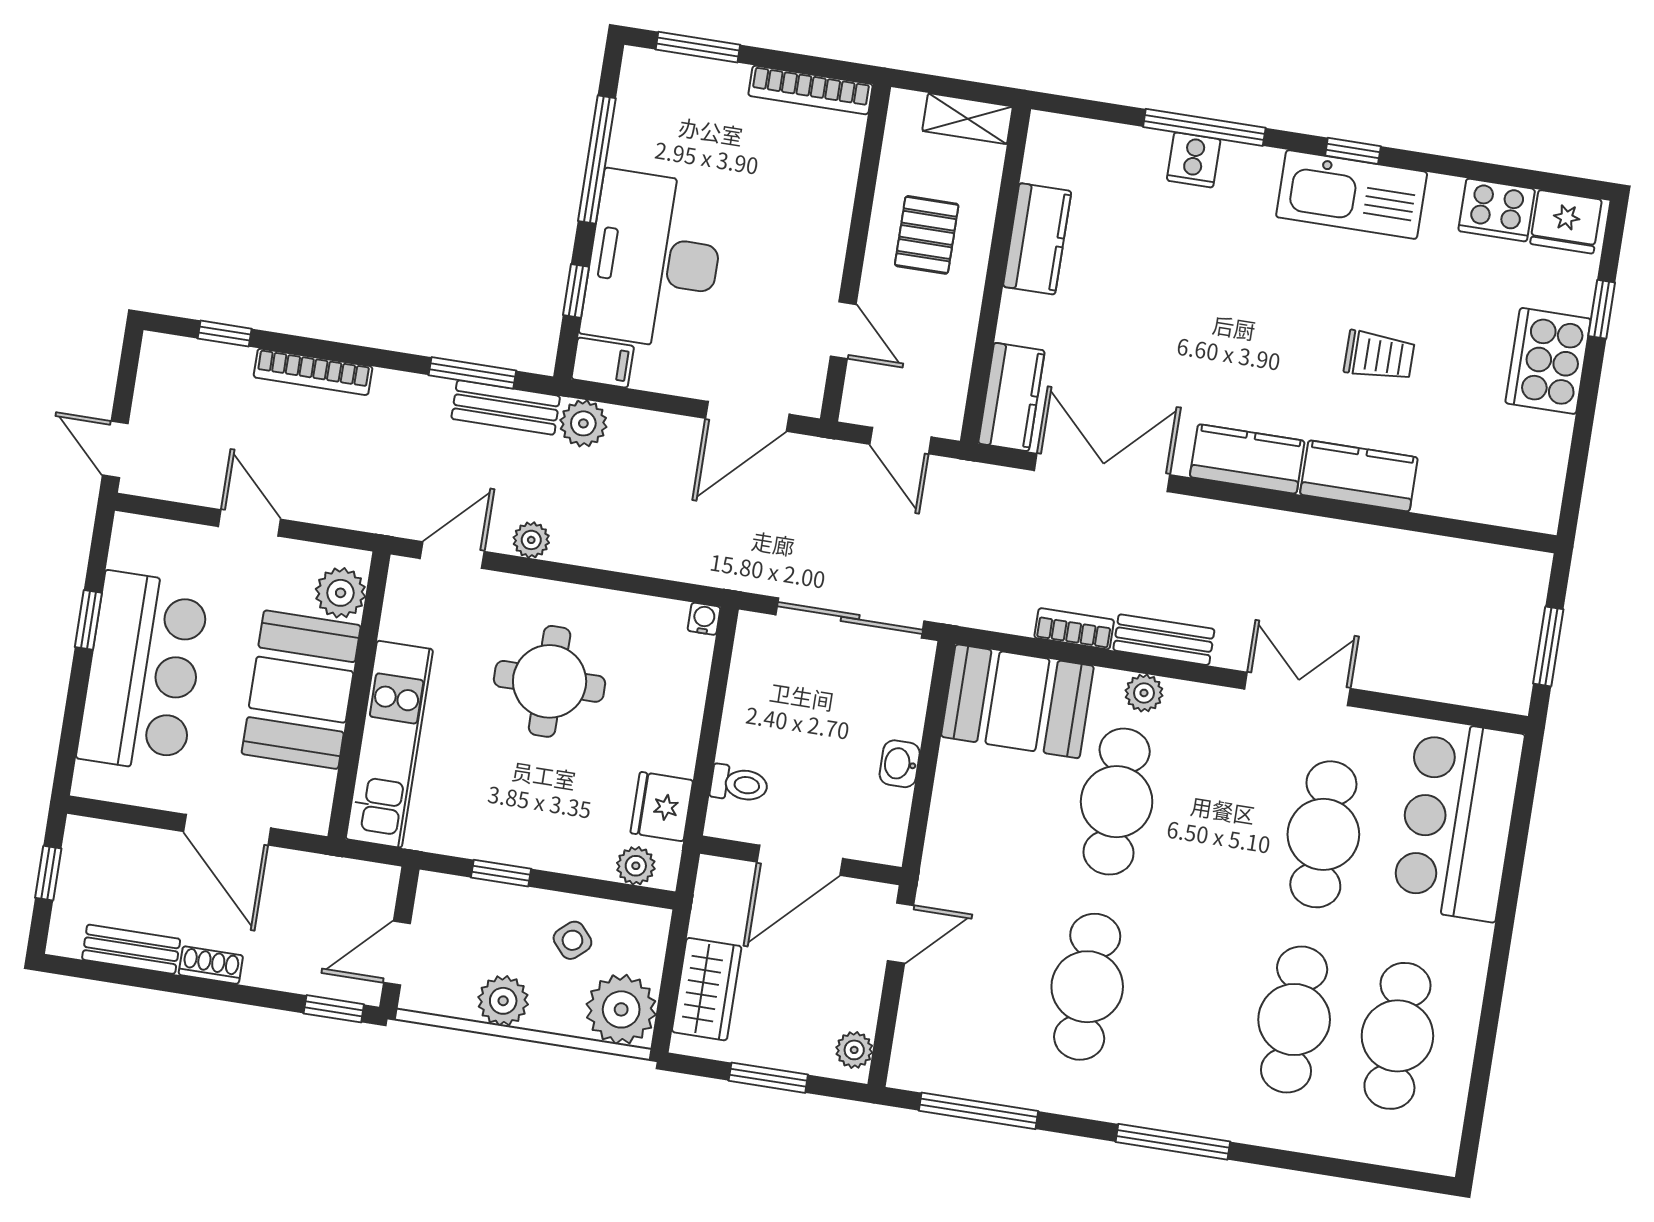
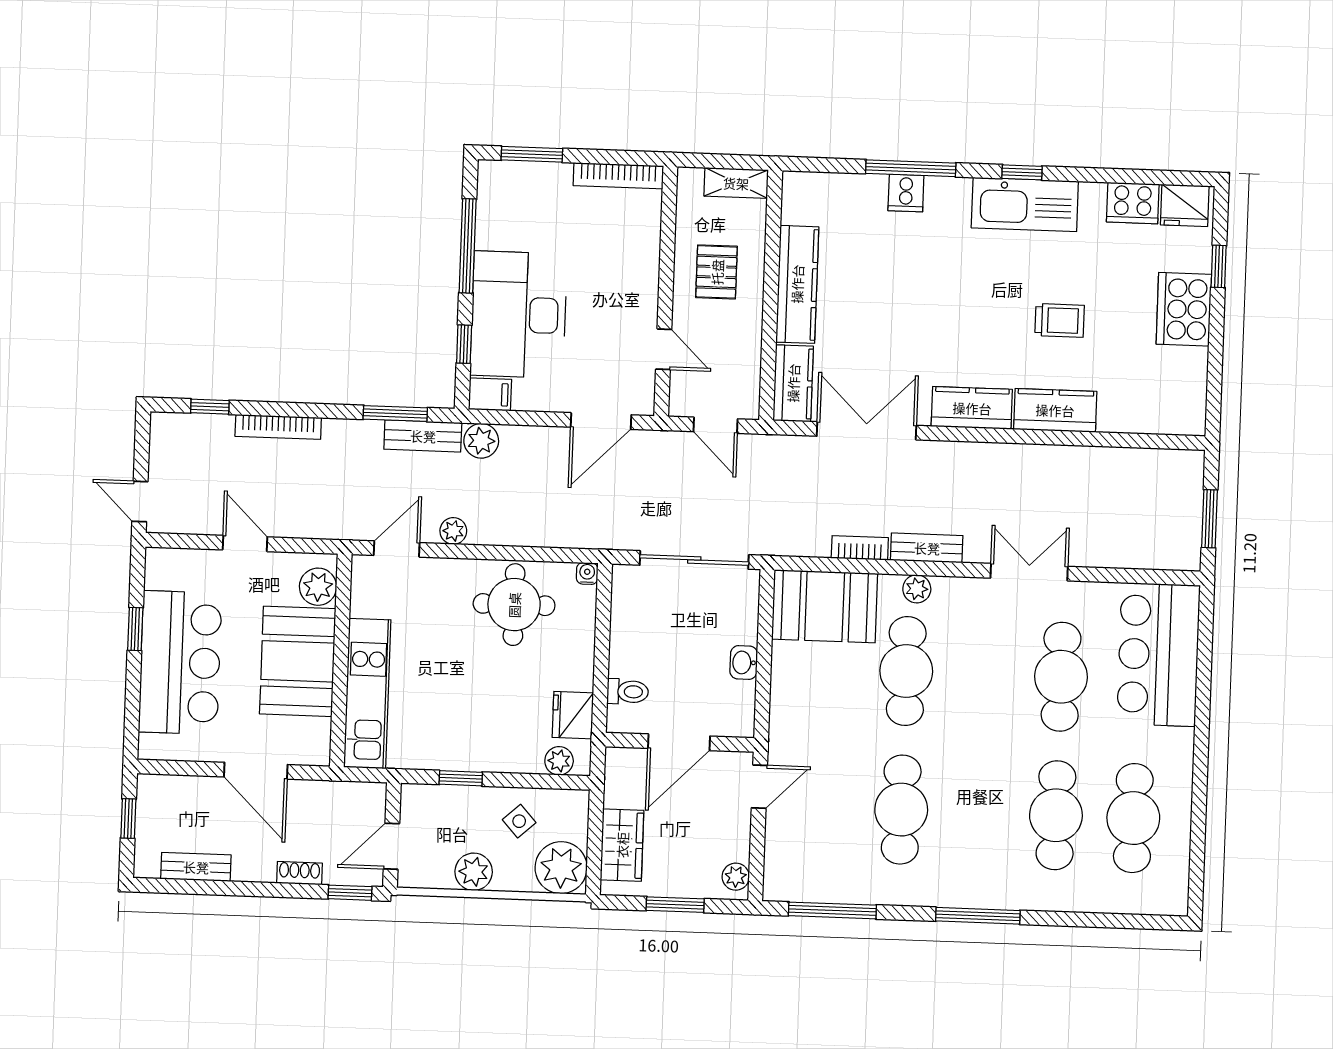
kitchen counter: (1037, 239) -> (797, 284), width x1.50
round table: (550, 681) -> (514, 605), moved
shoe rack: (211, 965) -> (299, 873), moved

